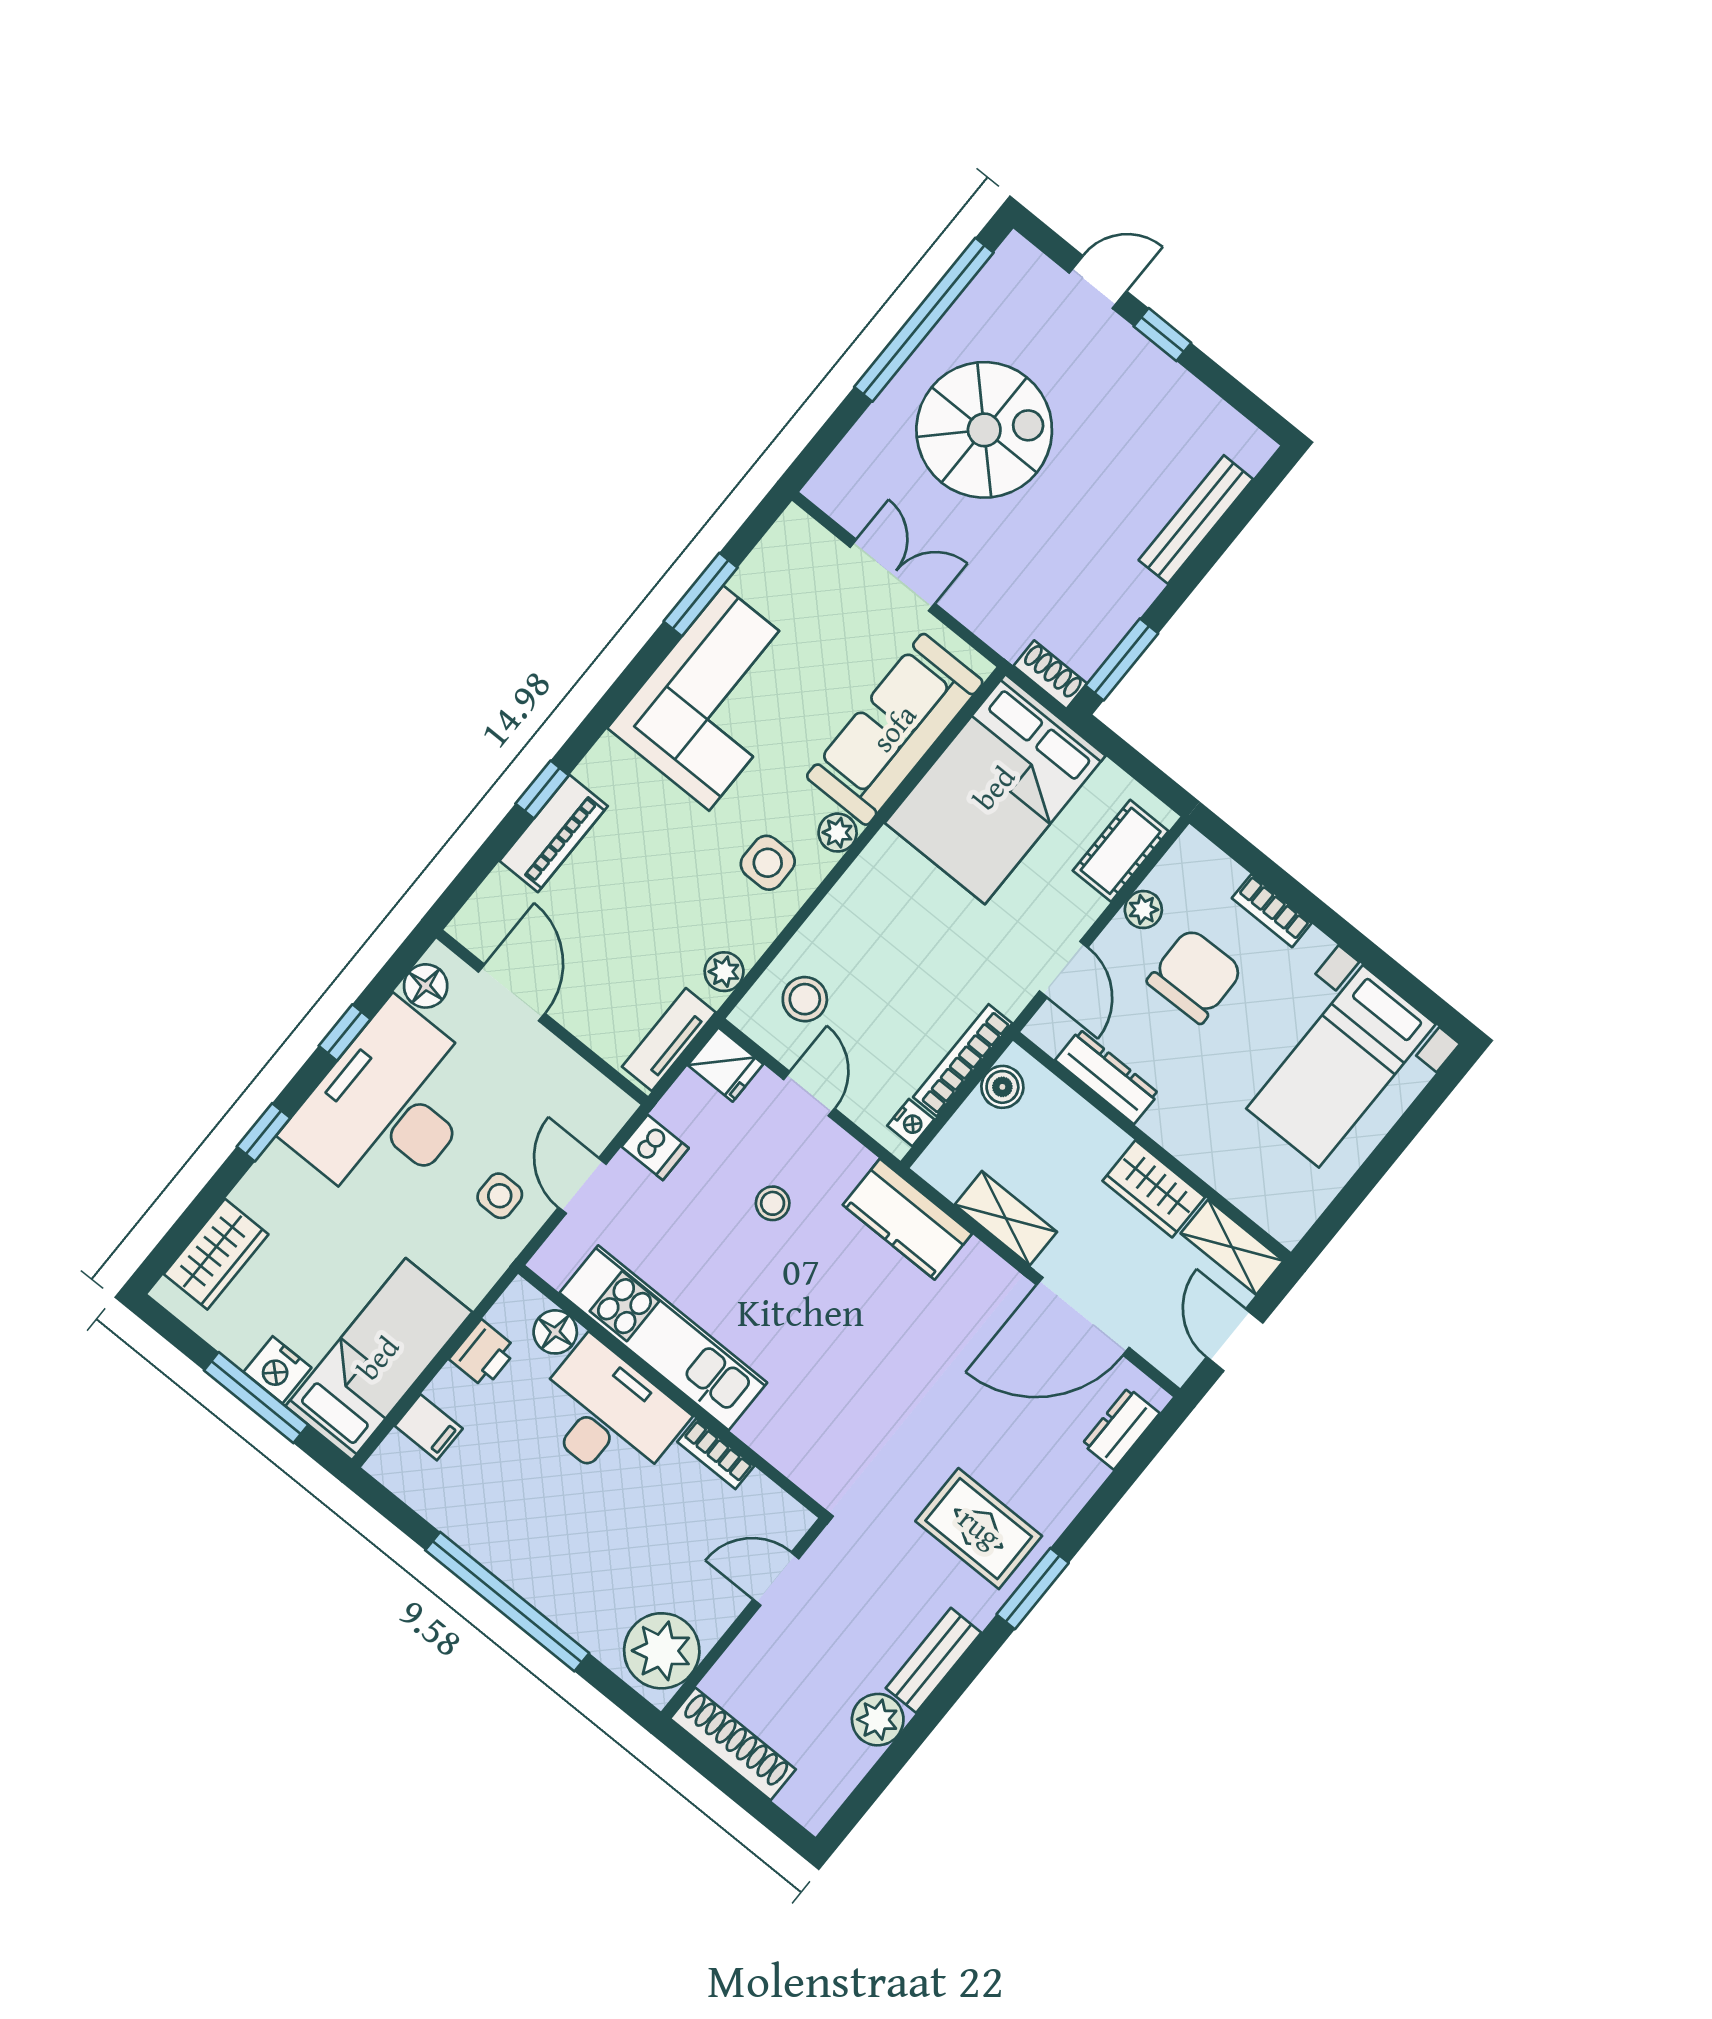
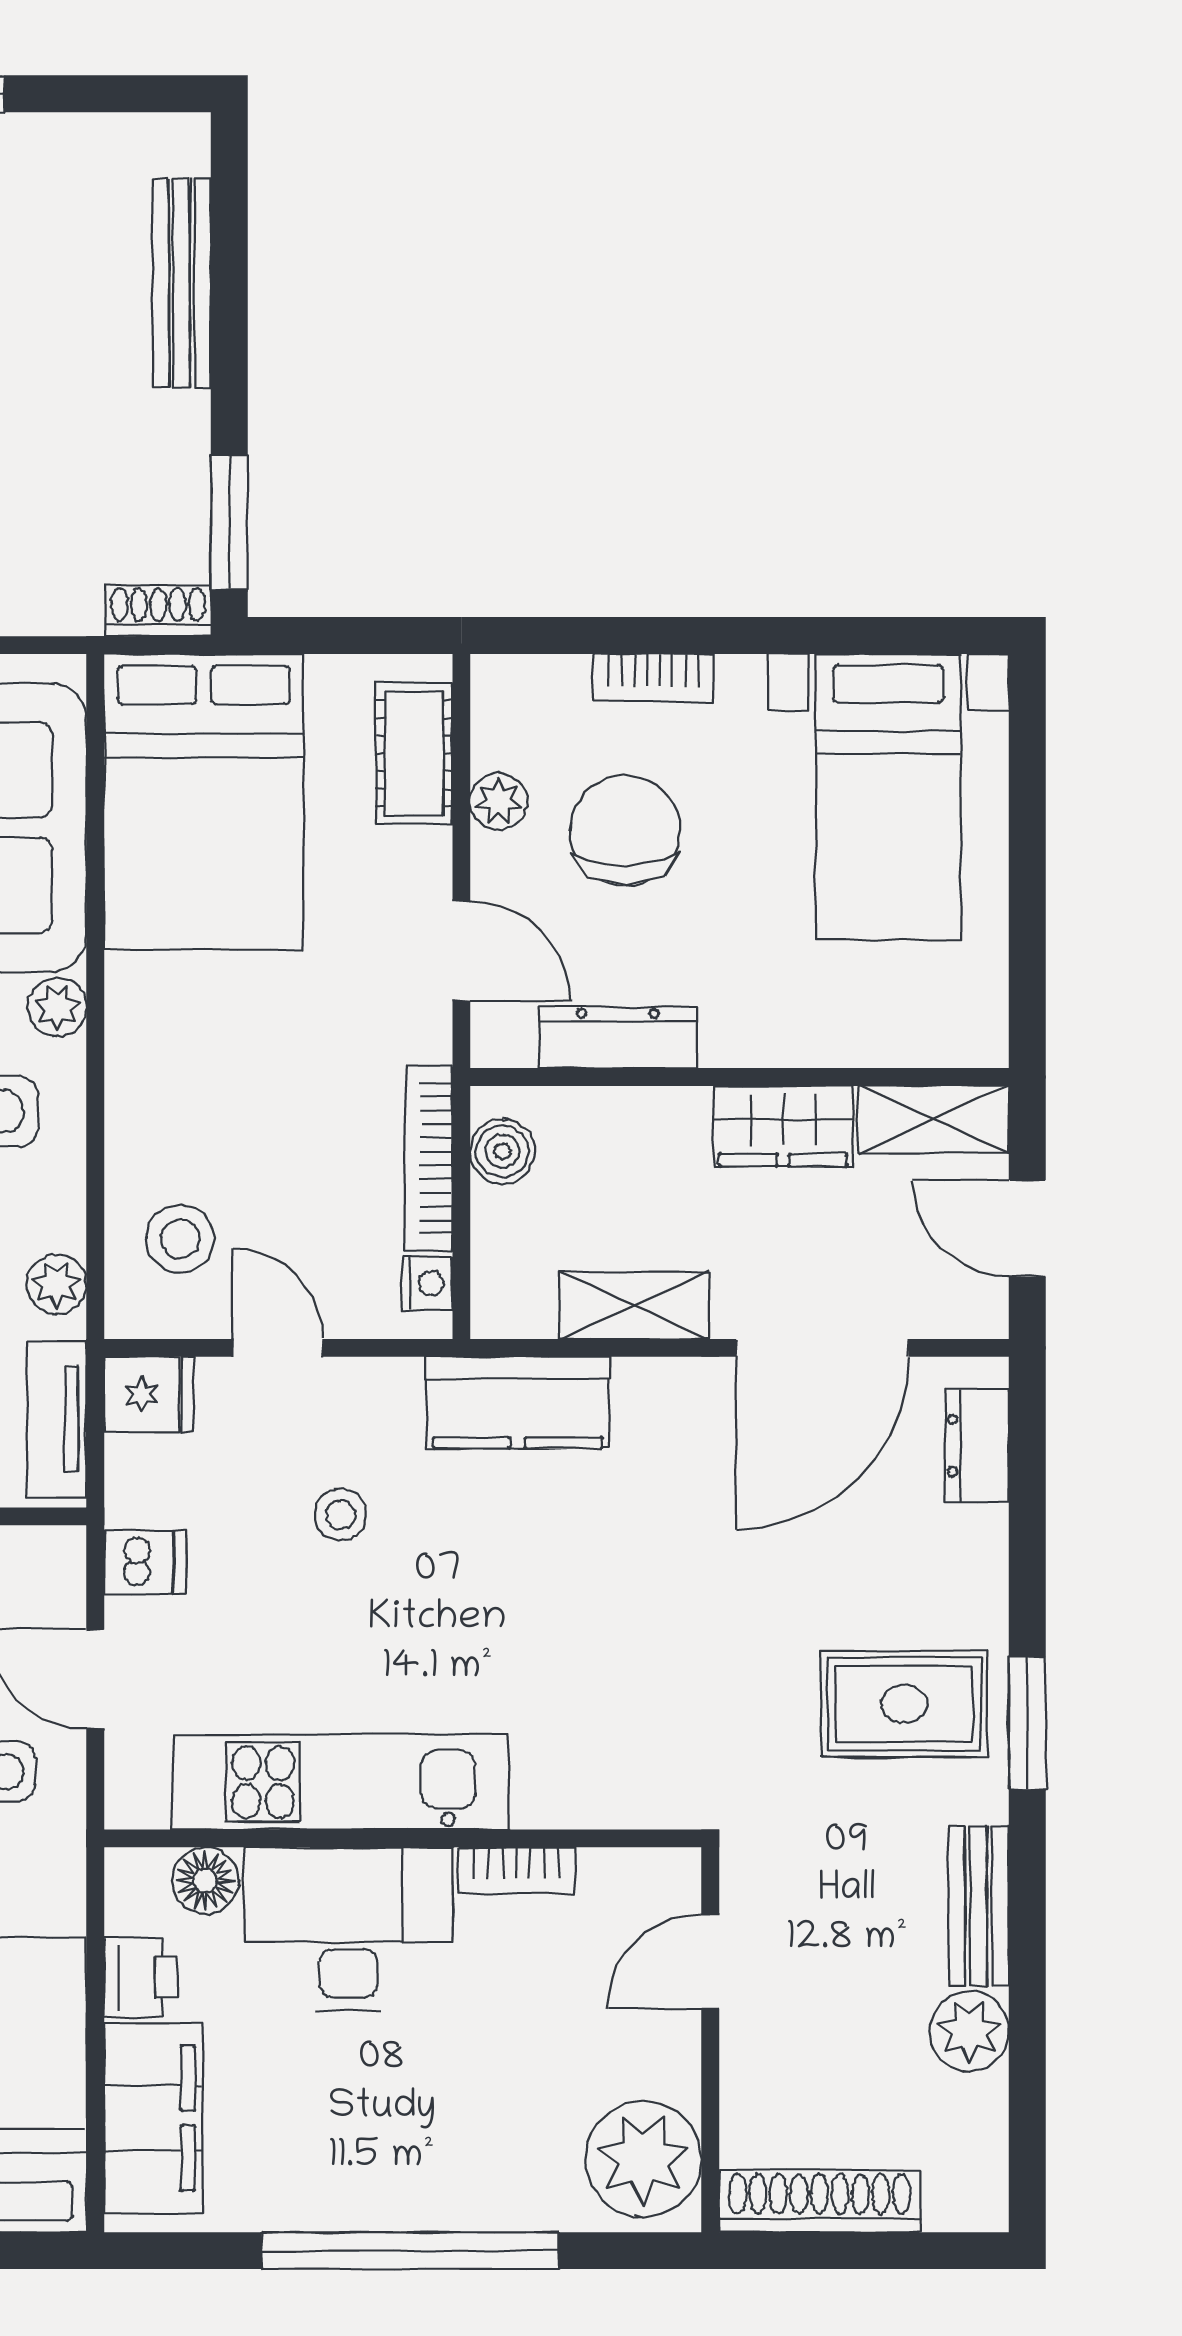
filing cabinet: (429, 1427) -> (153, 2118), width x3.00, depth x1.17

